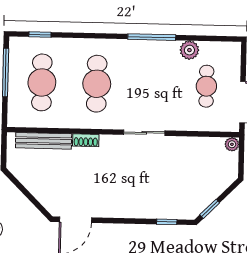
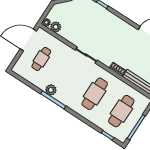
plant: (189, 50) -> (51, 90), moved
plant: (214, 146) -> (56, 27), added

